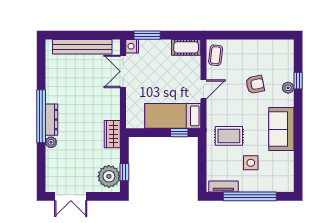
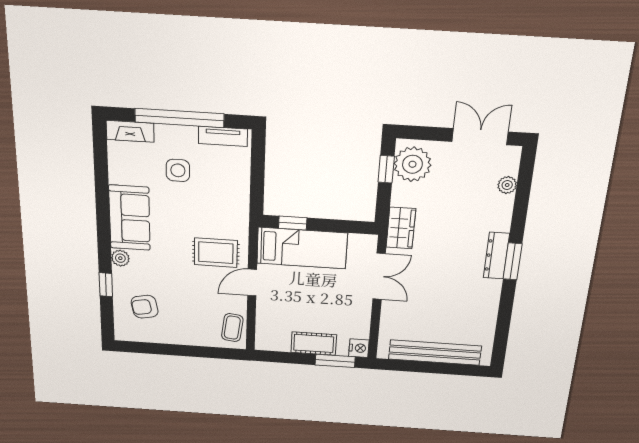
cot: (186, 47) -> (314, 343), moved
double door: (123, 71) -> (379, 276), moved
armchair: (255, 84) -> (145, 307), moved
plant: (288, 88) -> (120, 258), moved
window: (41, 116) -> (512, 261), width x0.47
rug: (229, 136) -> (216, 253), moved
plant: (51, 142) -> (507, 185), moved
fireplace: (280, 186) -> (130, 131), added

